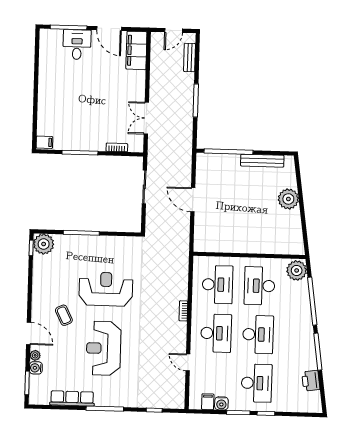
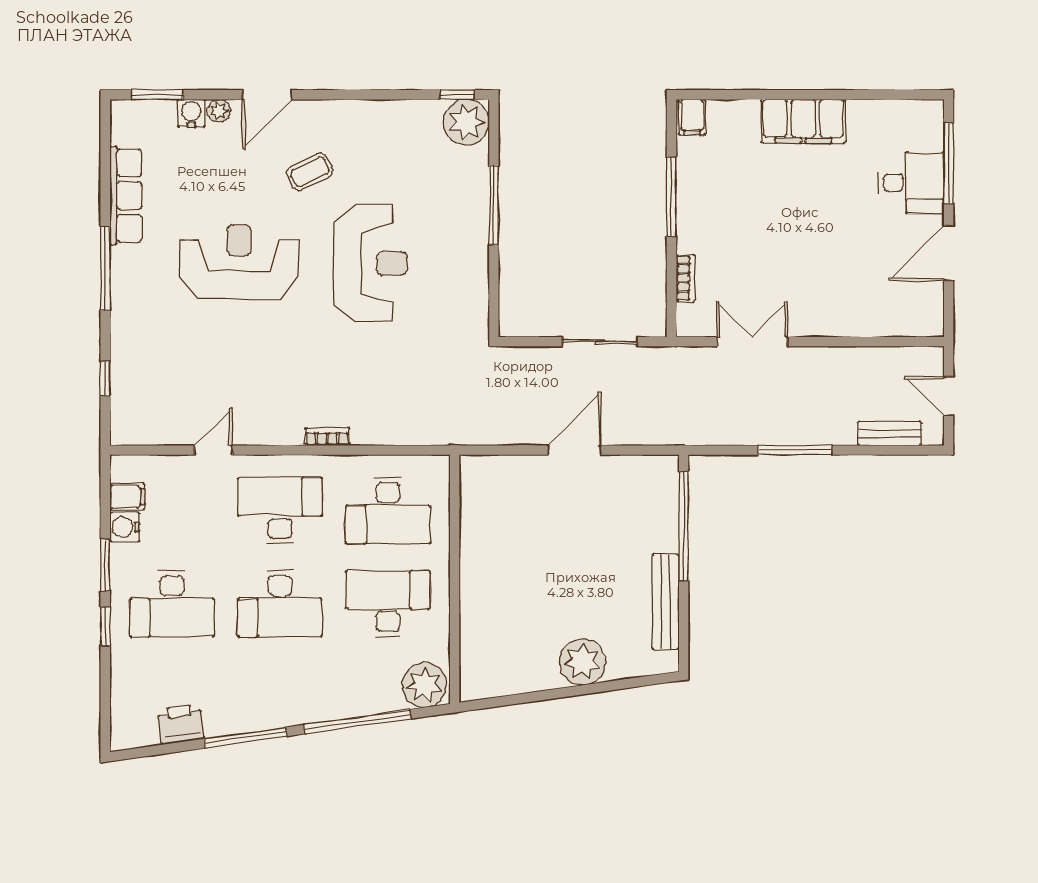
filing cabinet: (136, 50) -> (803, 121), moved, turned 180
desk: (216, 333) -> (280, 511), turned 180

